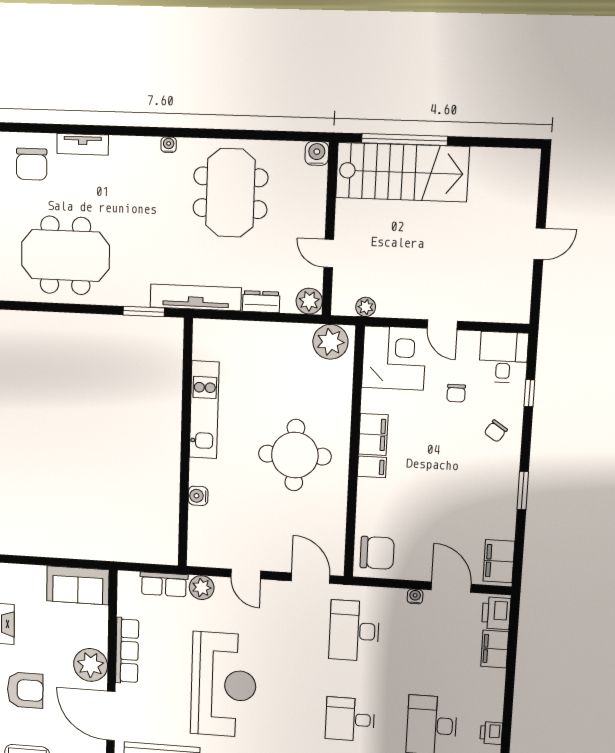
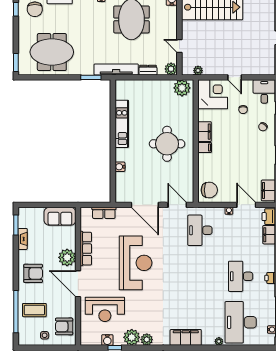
door: (246, 574) -> (145, 205), width x1.87
plant: (202, 588) -> (123, 213), removed
desk: (350, 719) -> (200, 276), removed

